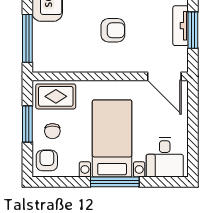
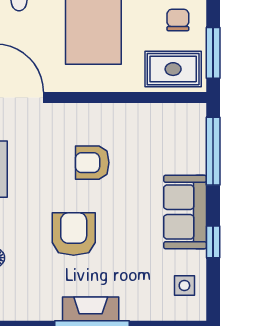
window: (27, 124) -> (213, 53), moved

